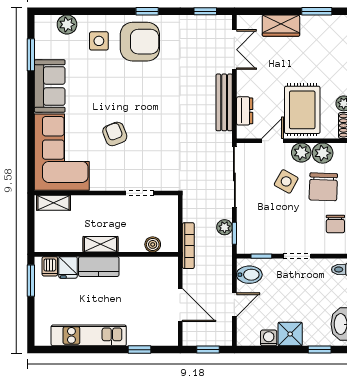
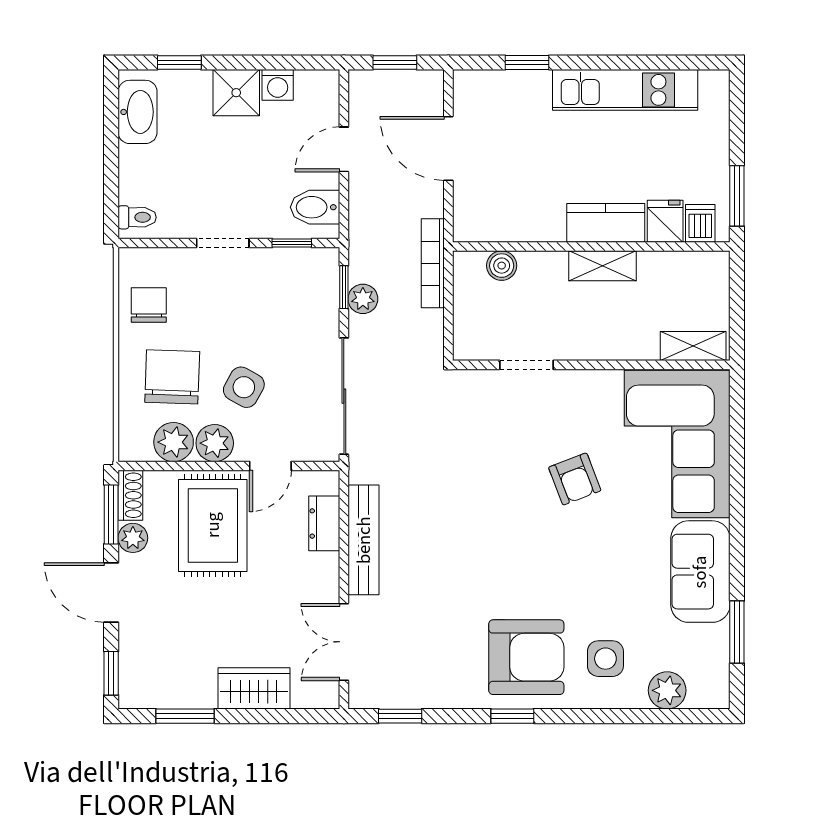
armchair: (140, 42) -> (526, 657), turned 180

